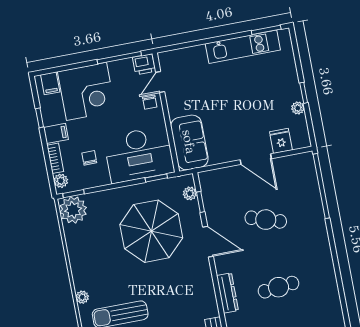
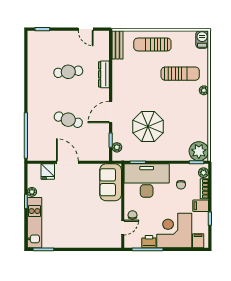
kitchen unit: (243, 47) -> (34, 223), moved, turned 90
printer: (144, 64) -> (149, 242), moved
parasol: (151, 231) -> (148, 126), width x0.73, depth x0.73
door: (208, 242) -> (111, 112), hinge flipped

